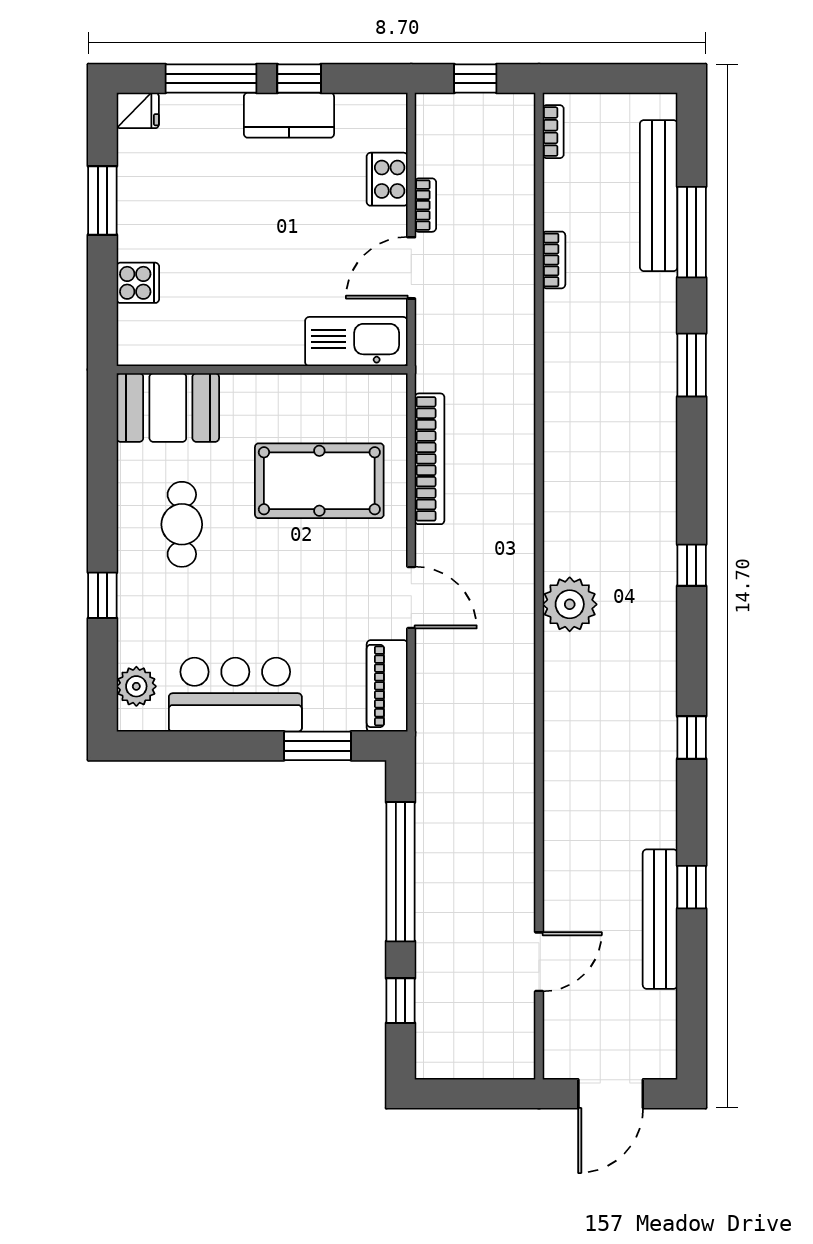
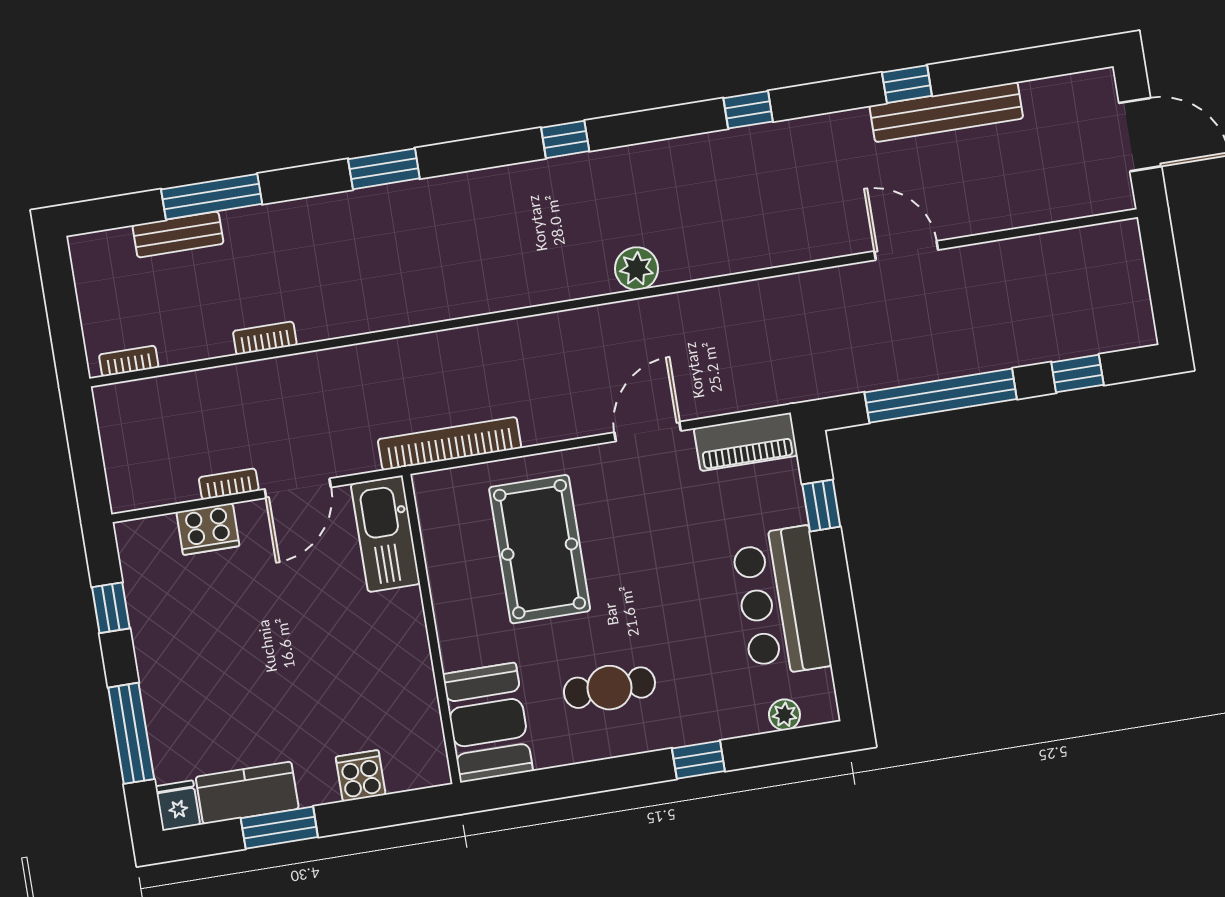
window: (299, 78) -> (111, 608), moved
window: (475, 78) -> (86, 453), removed
kitchen counter: (289, 115) -> (247, 793), moved, turned -90
bench: (659, 196) -> (178, 234), width x0.54, depth x0.82
door: (411, 268) -> (298, 488), hinge flipped
window: (692, 365) -> (384, 169), moved
bookcase: (430, 459) -> (450, 444), moved
plant: (570, 604) -> (637, 269), width x0.73, depth x0.73
plant: (136, 686) -> (784, 715), width x0.73, depth x0.73
window: (317, 746) -> (821, 506), width x0.67
door: (539, 962) -> (906, 250), moved

